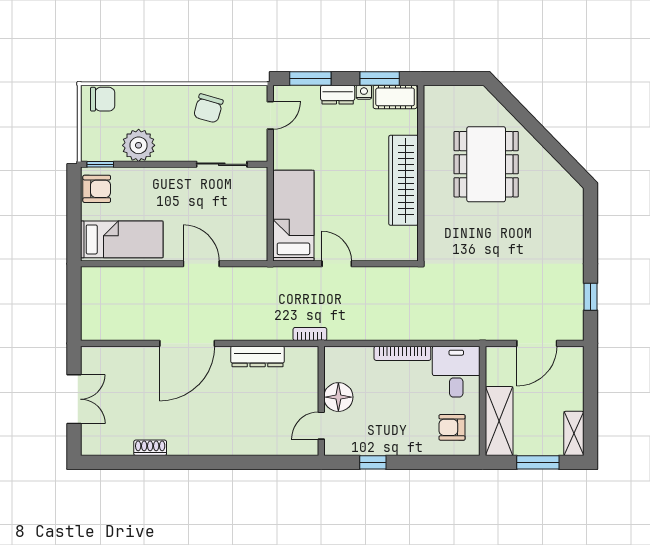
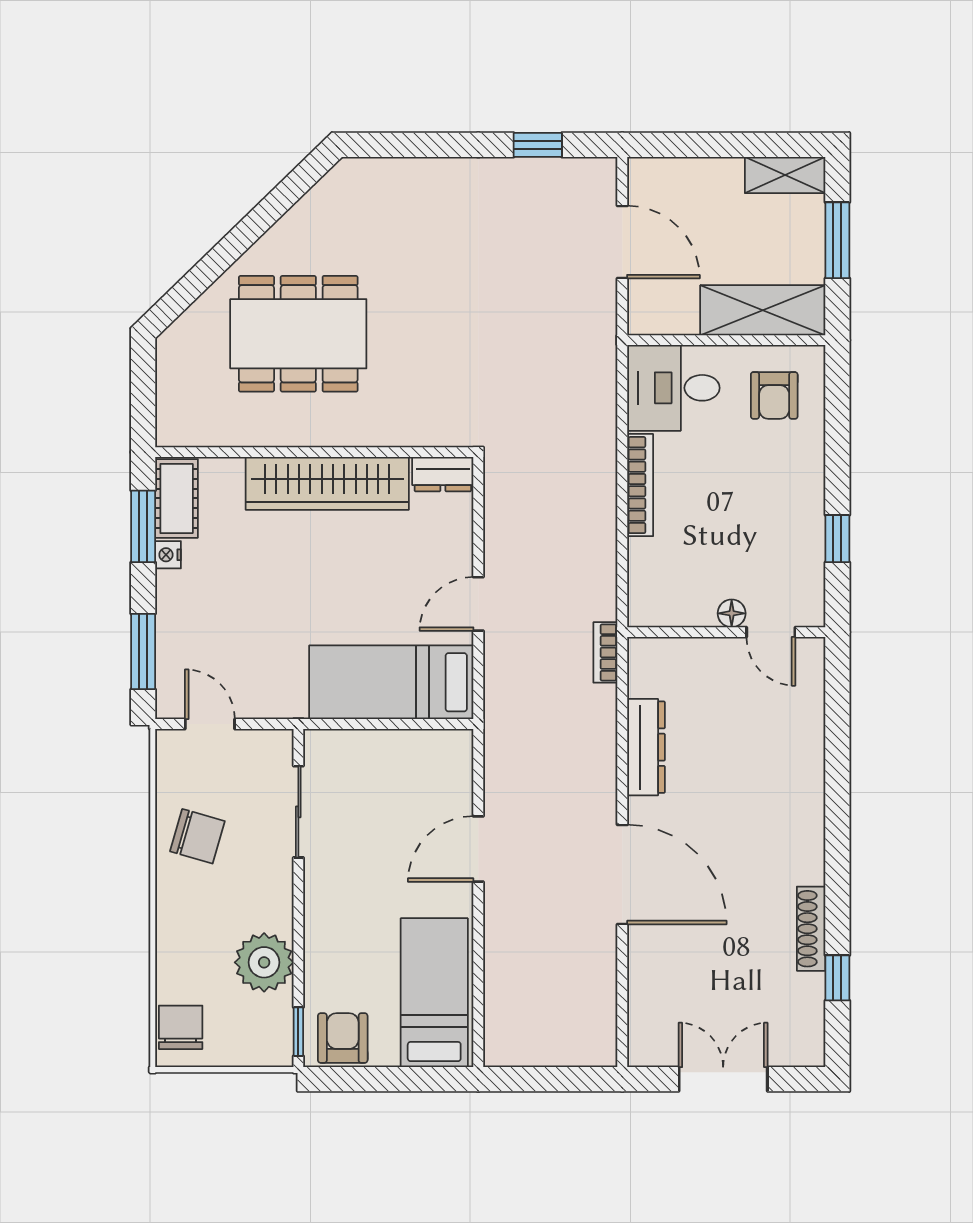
dresser: (338, 95) -> (443, 474), moved, turned 90
floor lamp: (338, 397) -> (732, 613), width x0.53, depth x0.53
shoe rack: (150, 448) -> (811, 929), width x1.43
window: (130, 462) -> (837, 978), added

